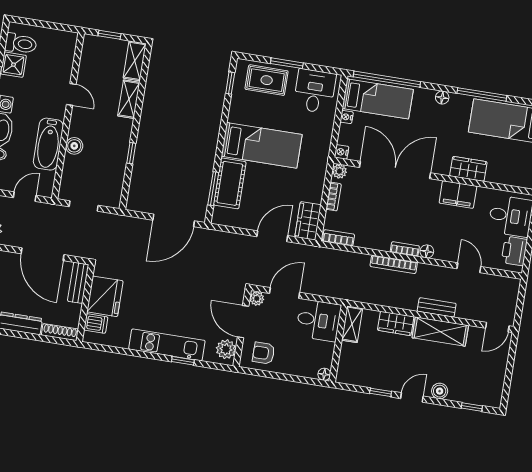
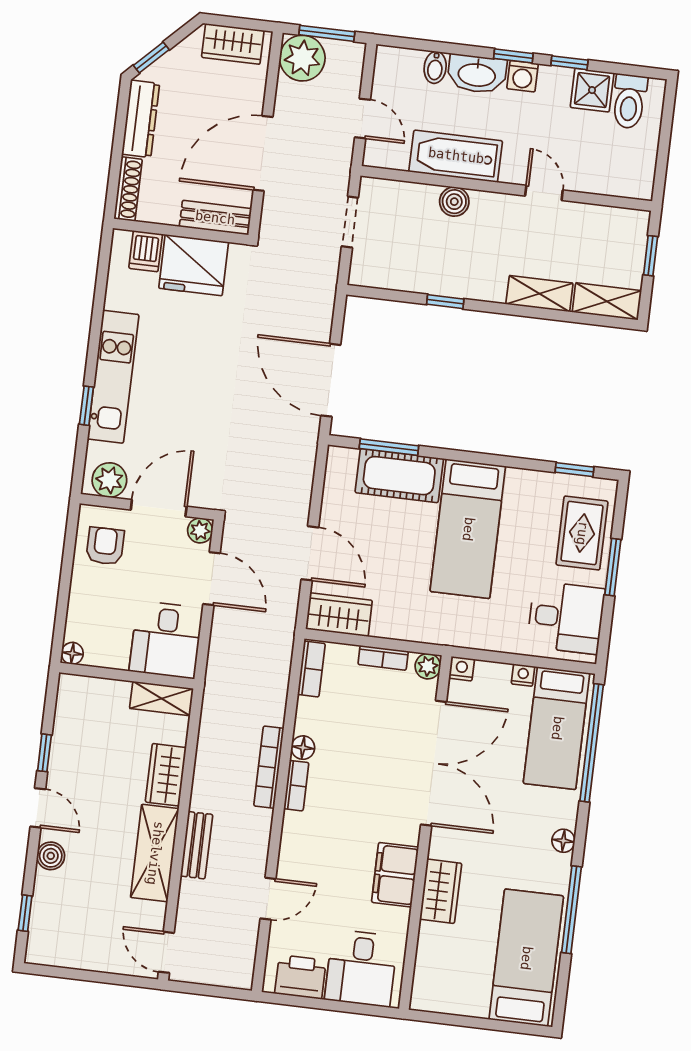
door: (71, 94) -> (544, 193), swing flipped
floor lamp: (427, 251) -> (303, 748), moved

